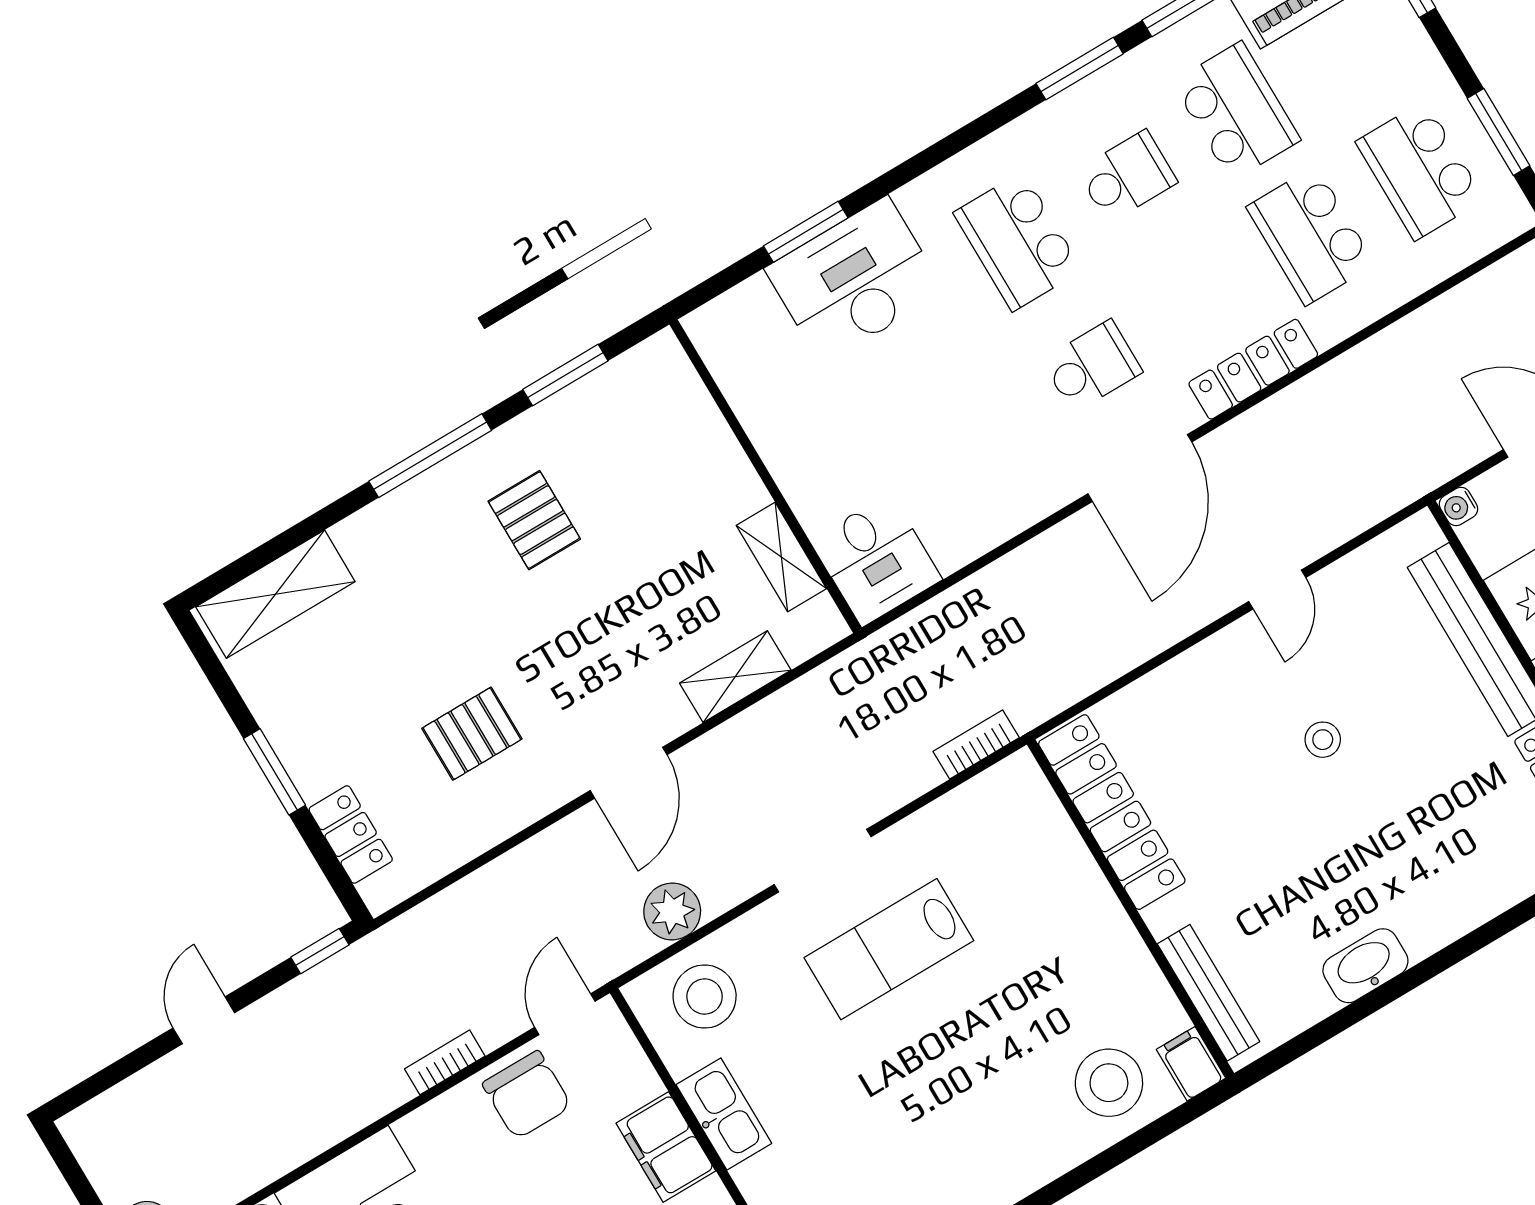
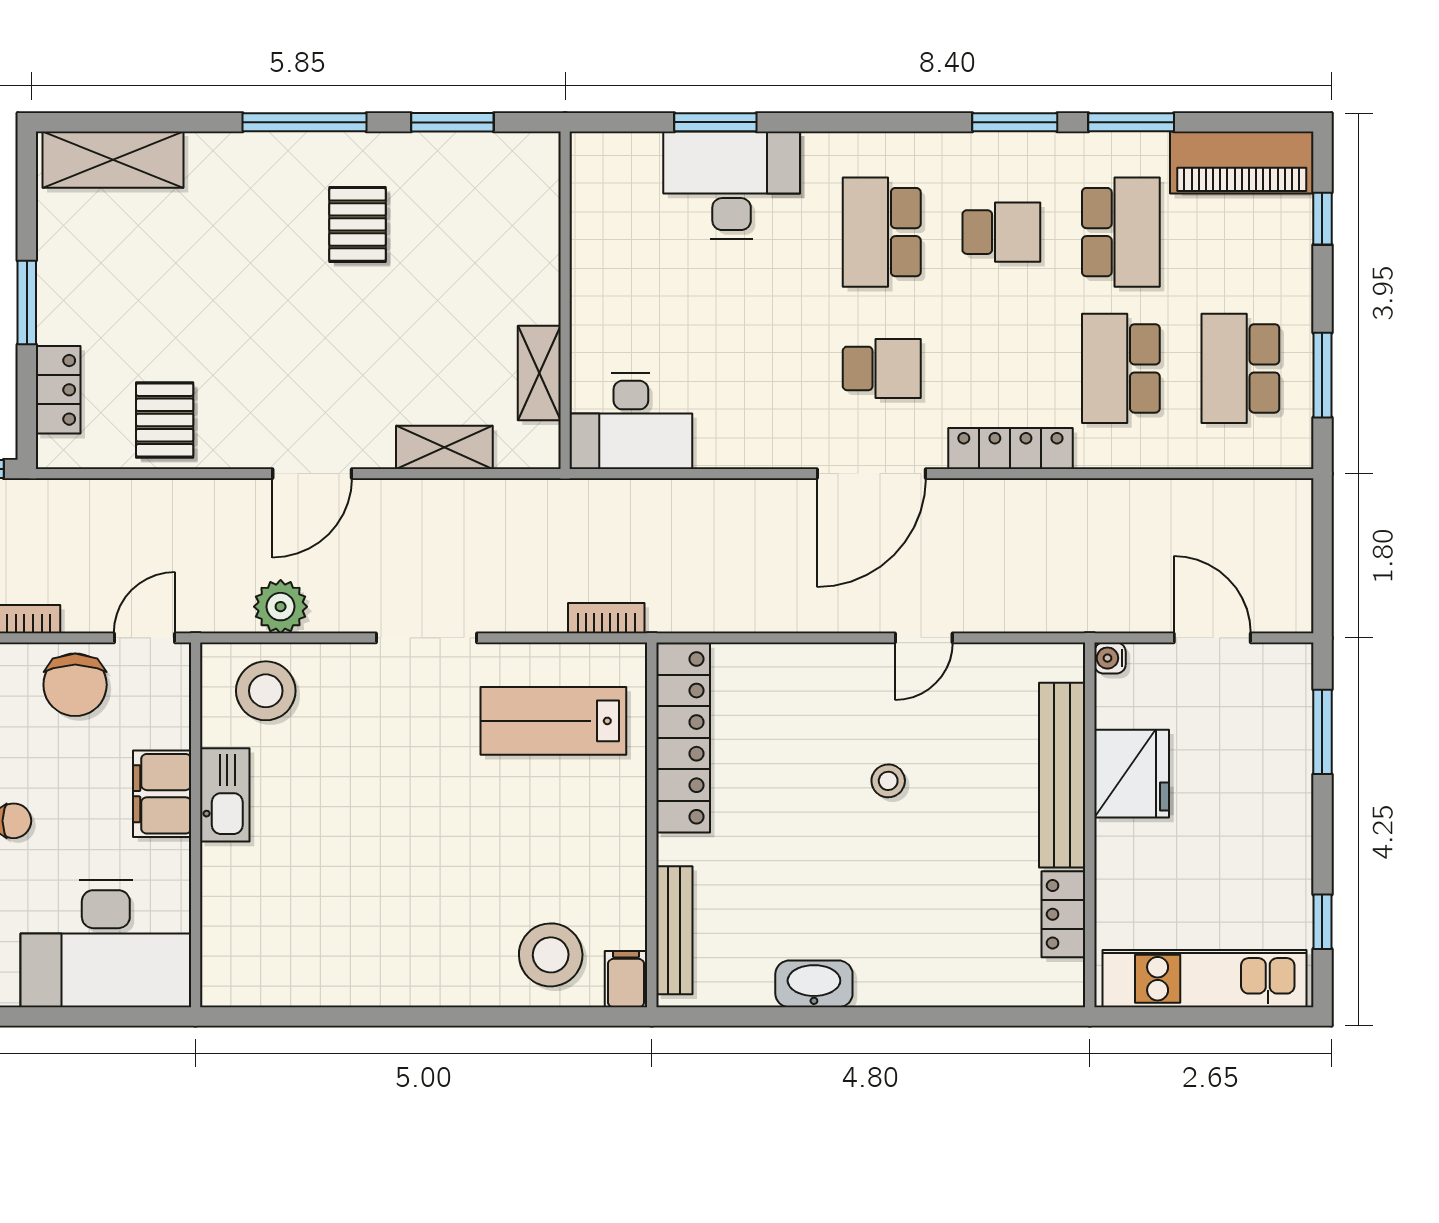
desk: (876, 560) -> (631, 421), width x1.37
pallet: (472, 734) -> (165, 420), moved, turned 90
lab bench: (889, 949) -> (553, 721), moved

